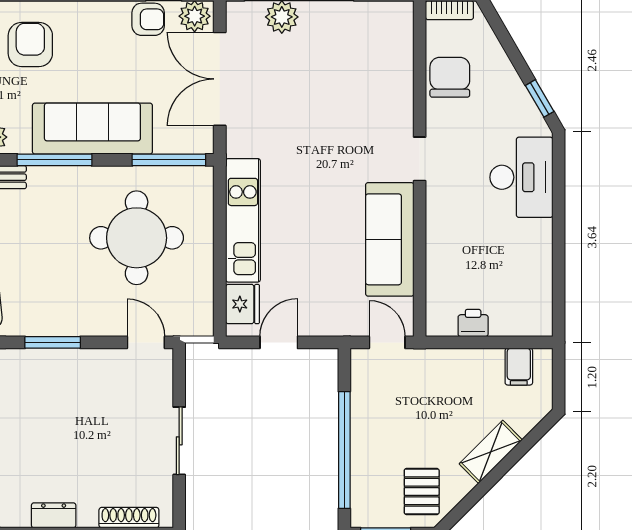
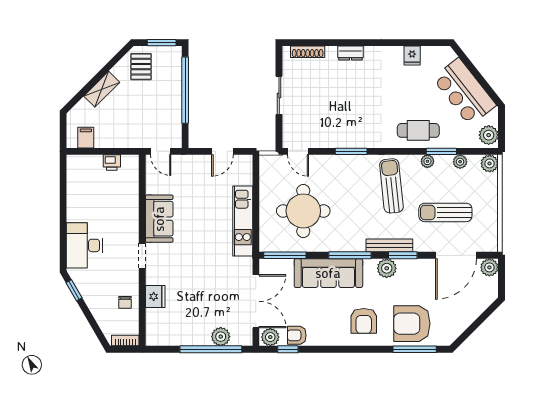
chair: (450, 77) -> (125, 302), width x0.54, depth x0.54
sofa: (390, 239) -> (159, 219), width x0.73
fridge: (242, 304) -> (155, 296), moved, turned 180

